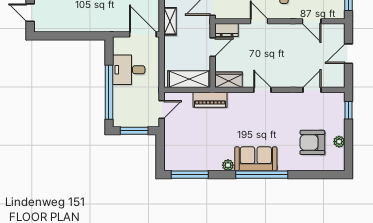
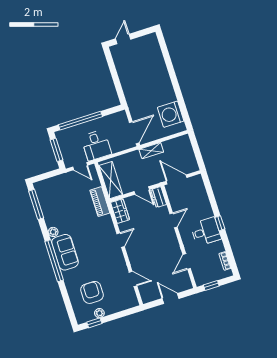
desk: (129, 70) -> (96, 145), moved, turned 180
window: (349, 110) -> (94, 323), moved

